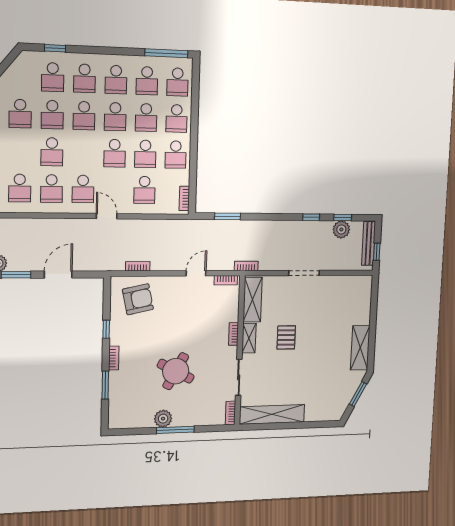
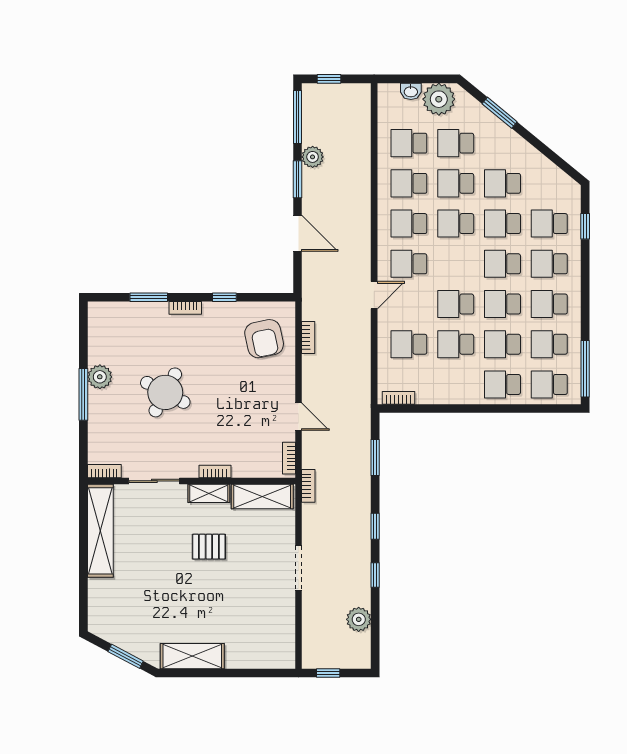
school desk: (176, 155) -> (456, 183), moved
window: (343, 218) -> (375, 526), moved
bench: (369, 243) -> (340, 660), removed

